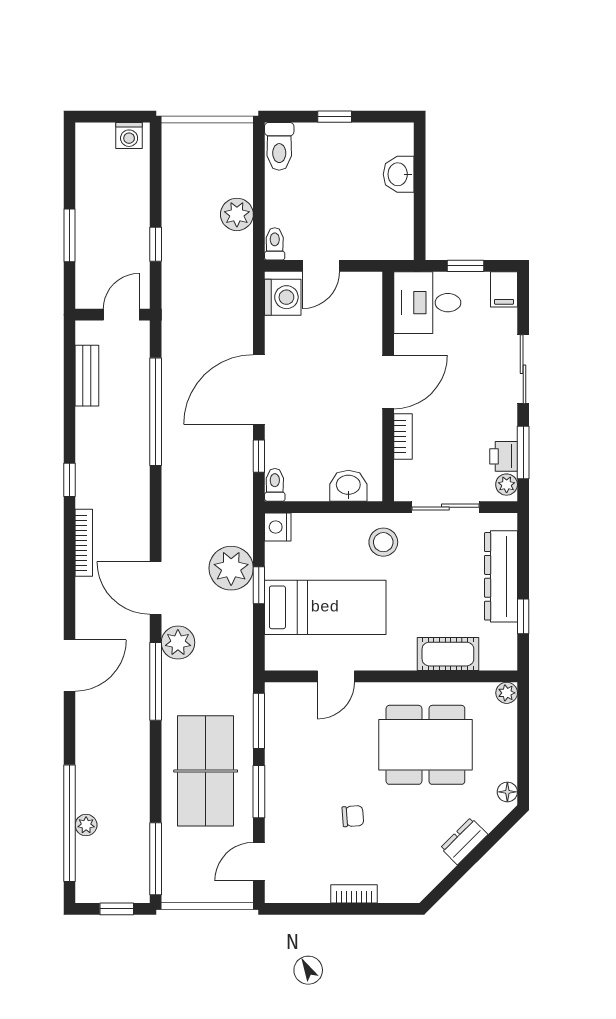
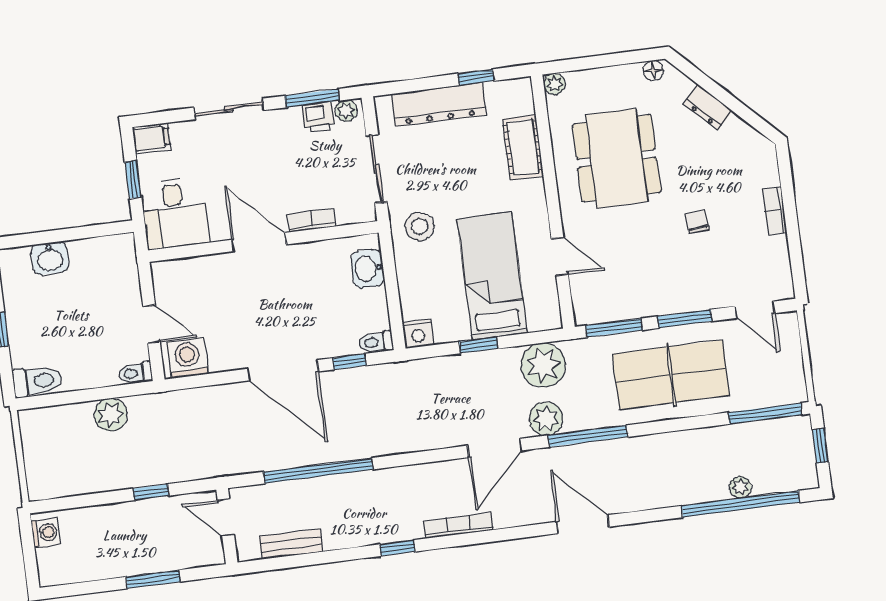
plant: (231, 568) -> (543, 365), moved

